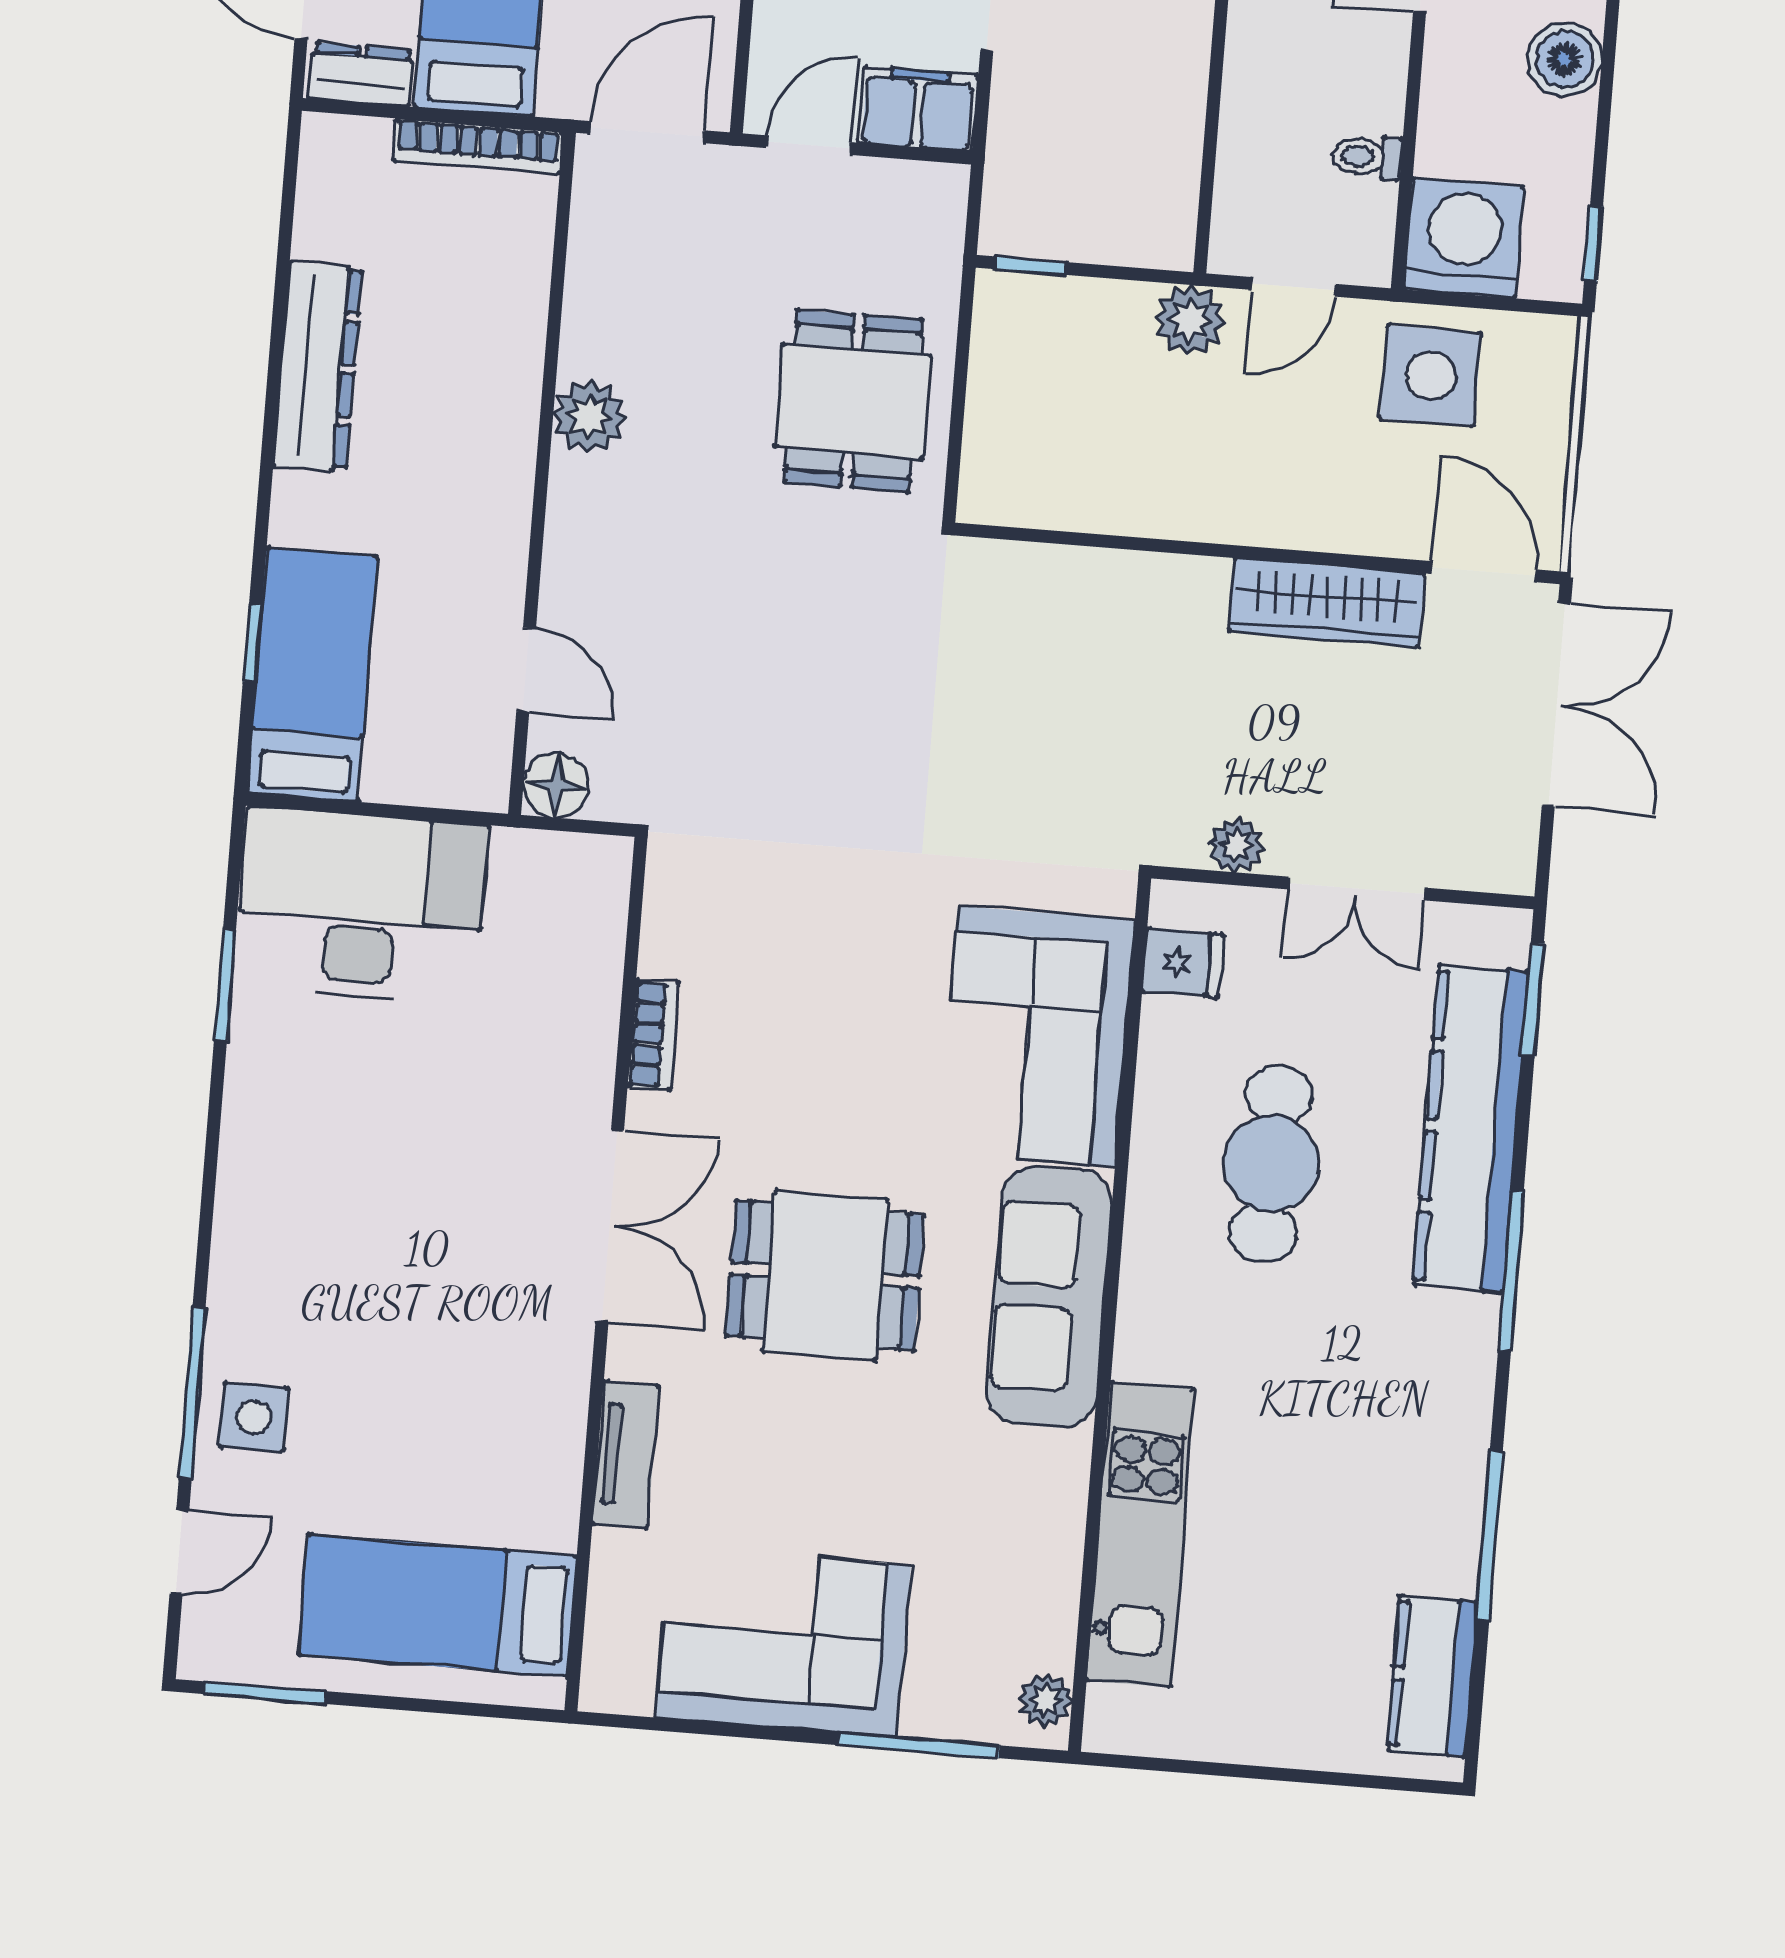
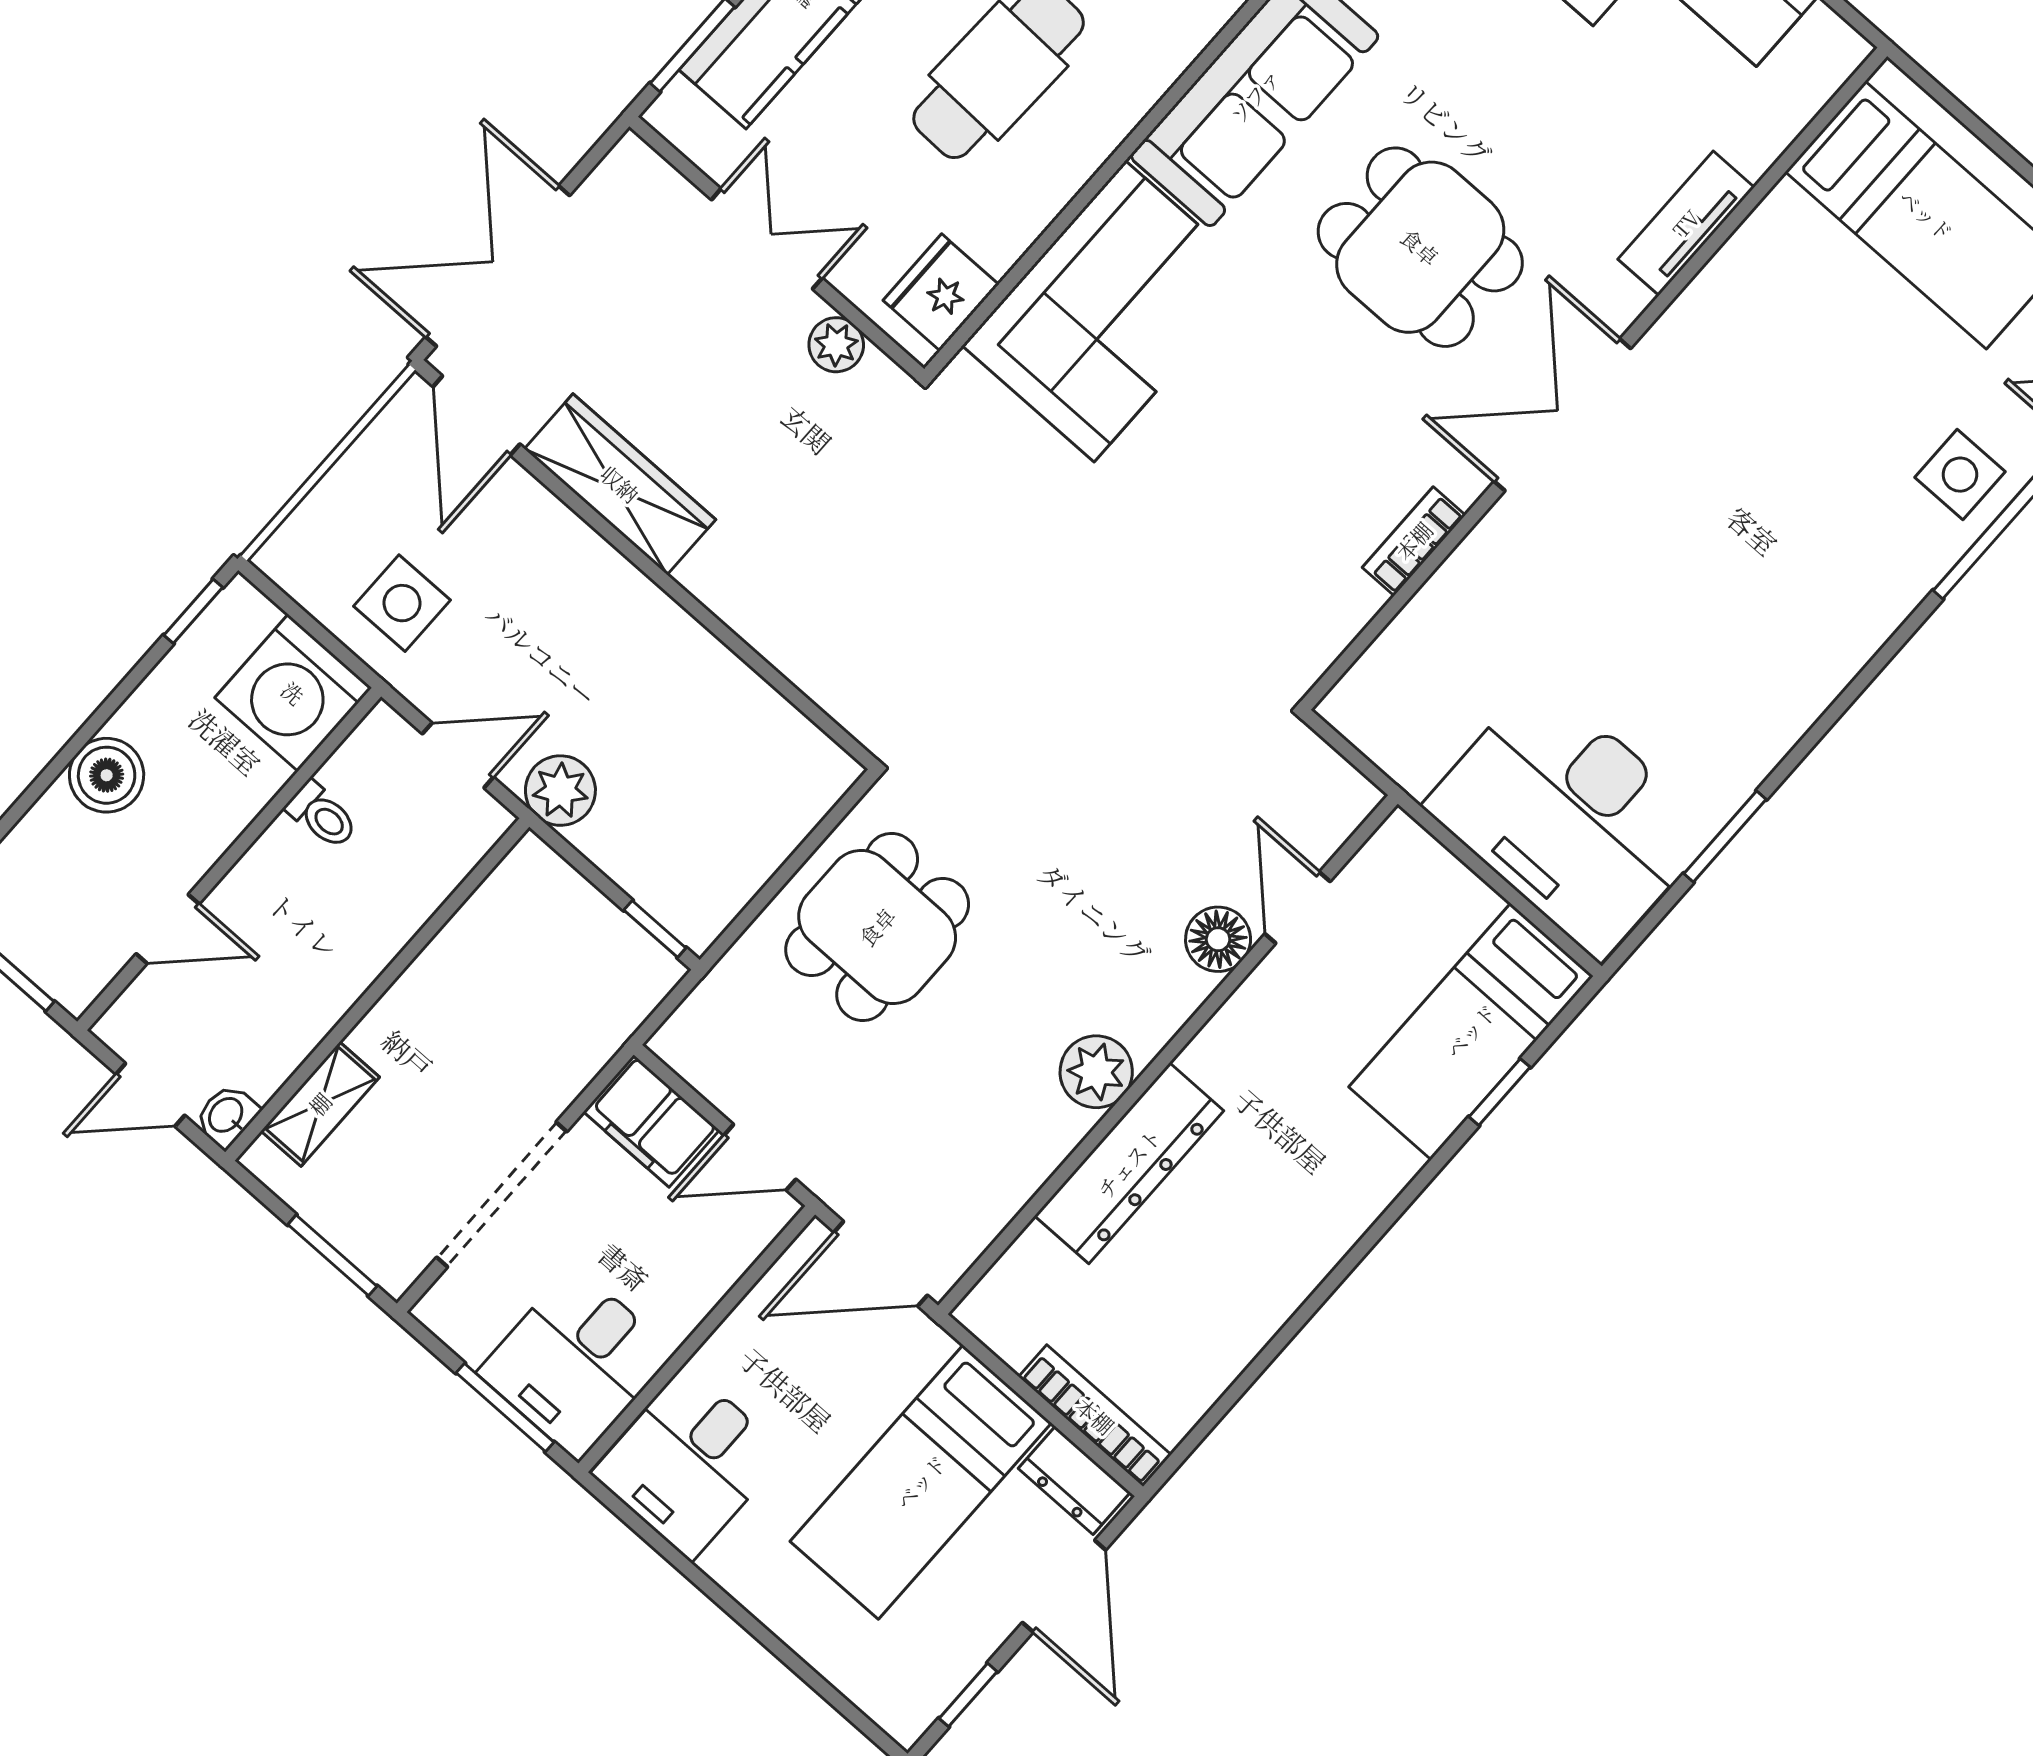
bookcase: (478, 146) -> (1095, 1416), moved
dresser: (318, 367) -> (1129, 1163), moved, turned 180
side table: (1430, 376) -> (402, 603), width x0.73, depth x0.73
floor lamp: (556, 785) -> (1218, 939), moved
fridge: (1183, 963) -> (941, 292), width x1.38

